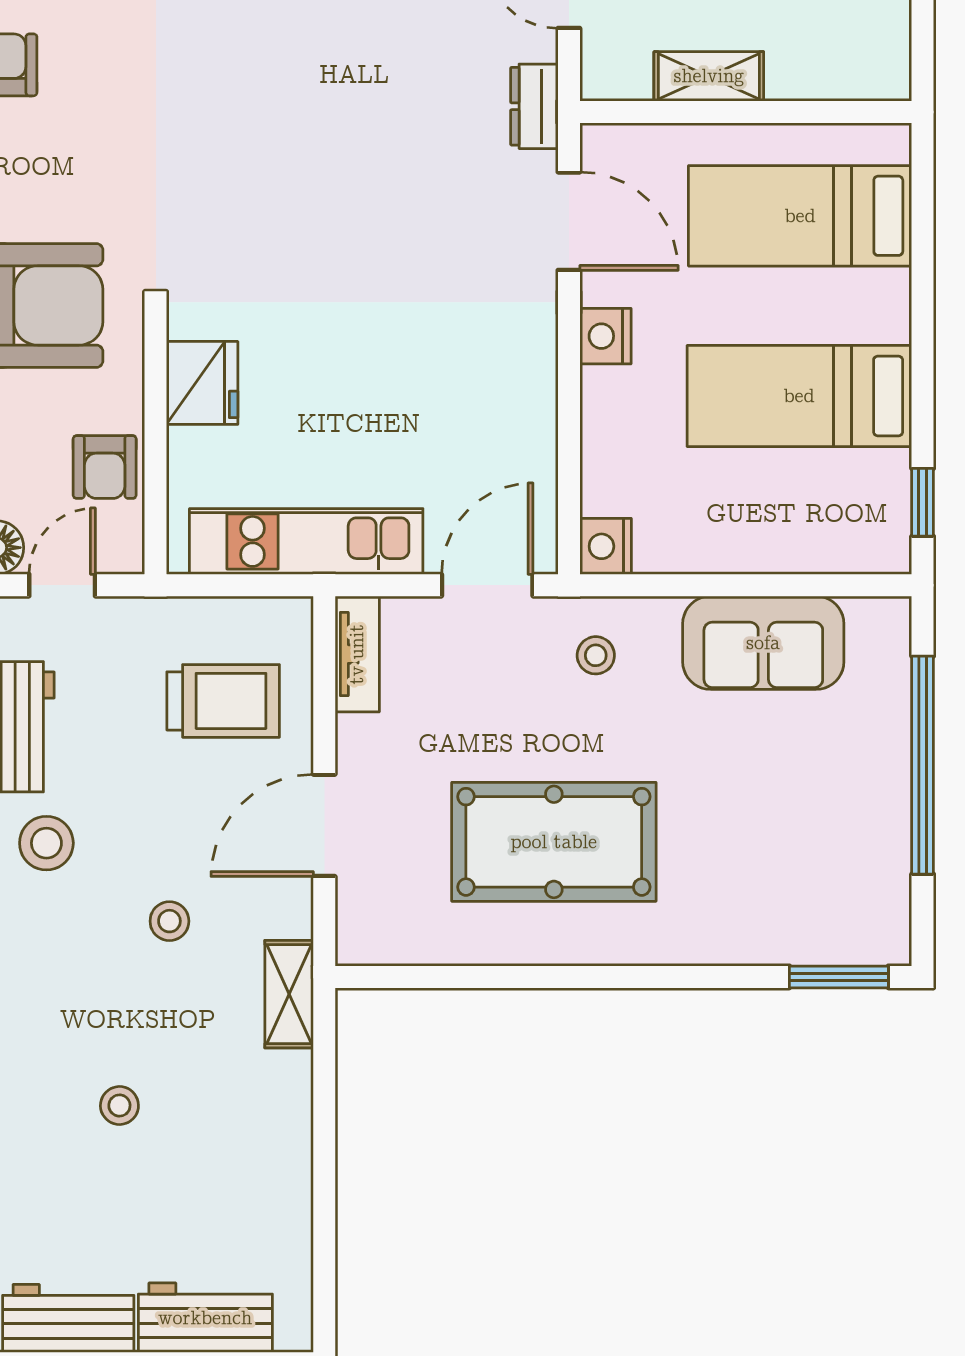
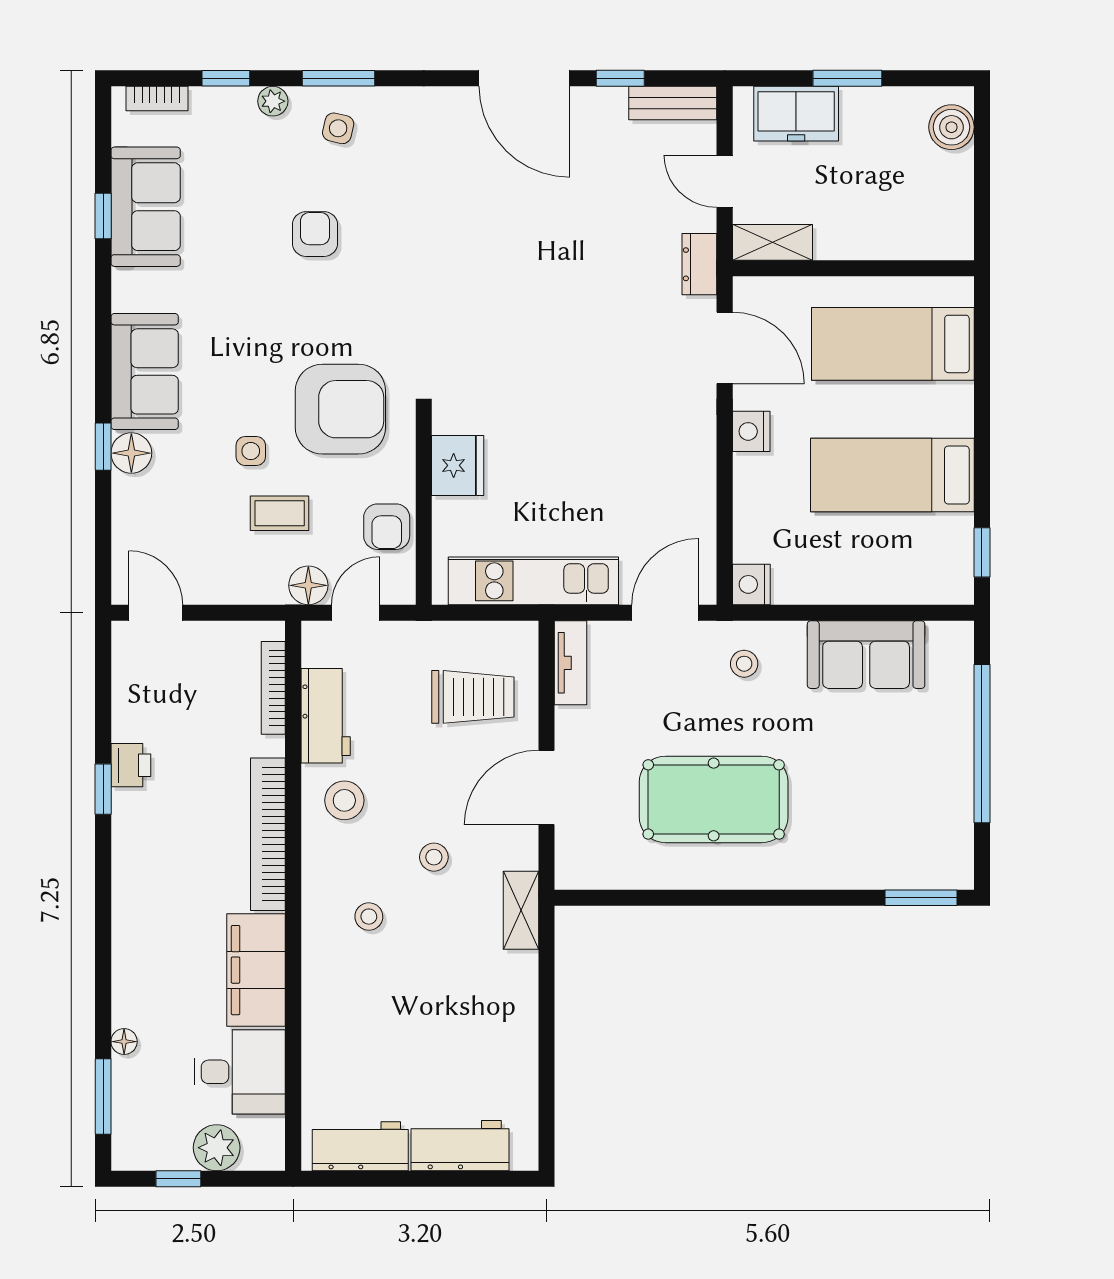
shelving: (709, 76) -> (772, 242), moved
stool: (119, 1106) -> (369, 917), moved

